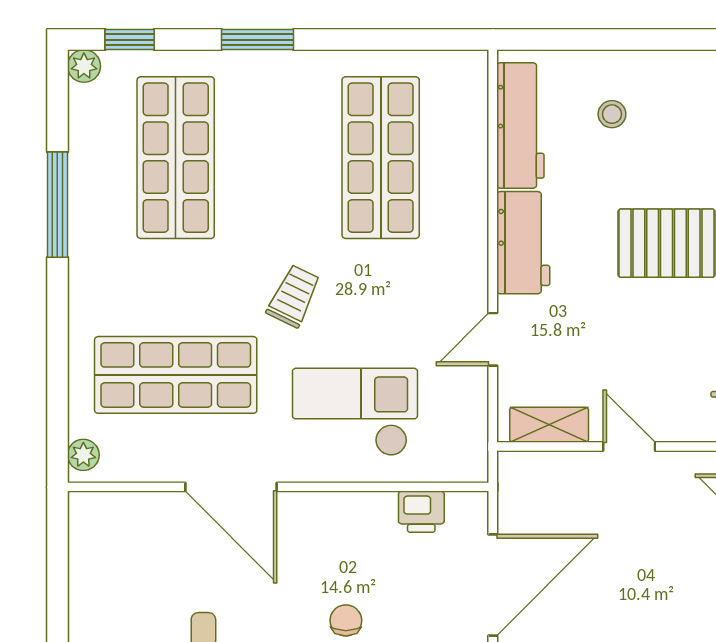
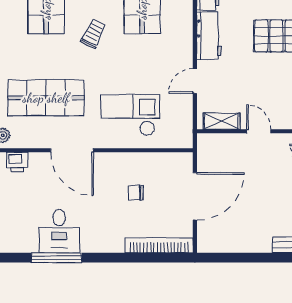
trolley: (294, 296) -> (93, 34), moved
printer: (421, 512) -> (17, 162), moved
chair: (346, 620) -> (136, 193), moved, turned -90

